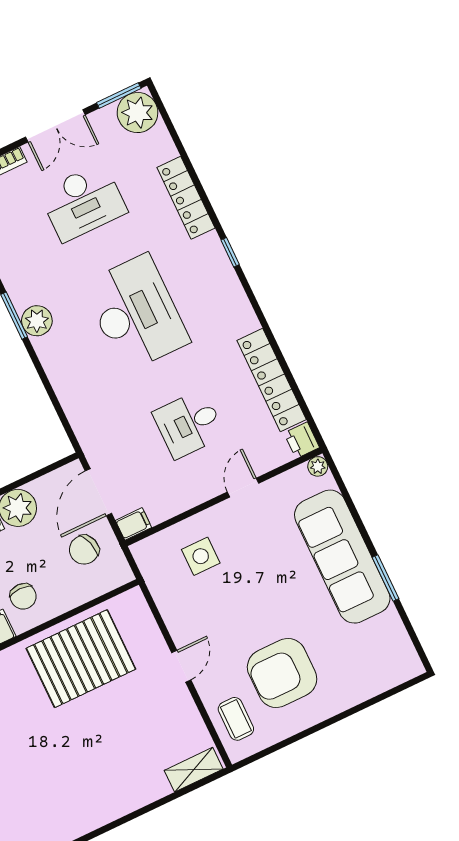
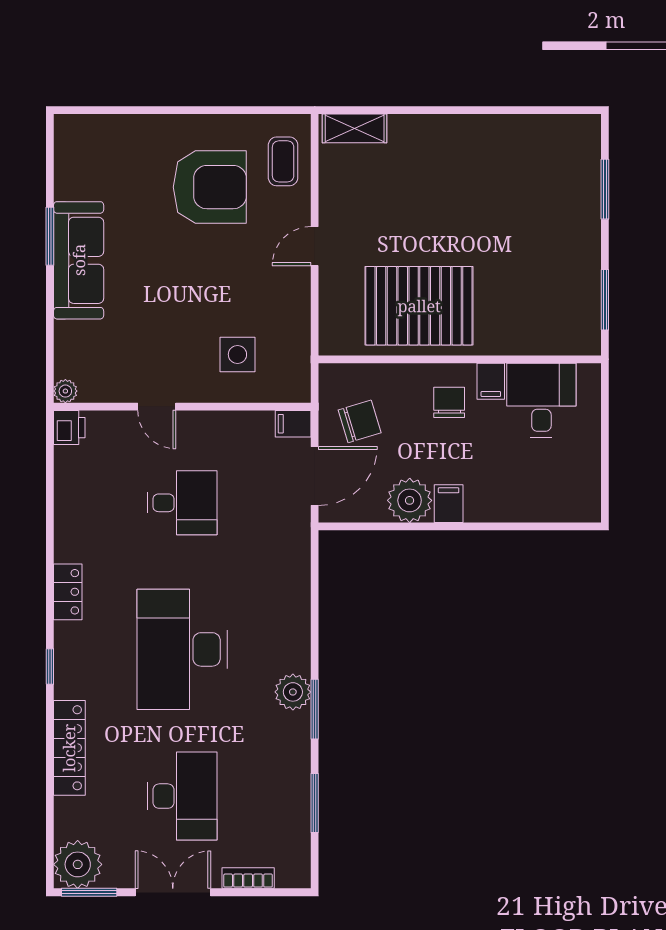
desk: (83, 202) -> (182, 796), turned 90
locker: (272, 380) -> (68, 592), moved, width x0.46, depth x0.83
door: (243, 488) -> (157, 407), hinge flipped
sofa: (342, 557) -> (79, 260), width x0.74, depth x0.79

